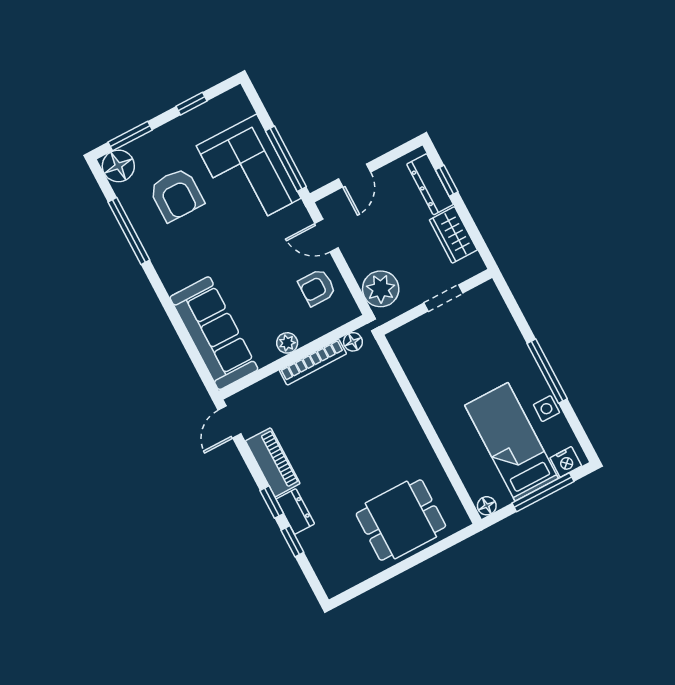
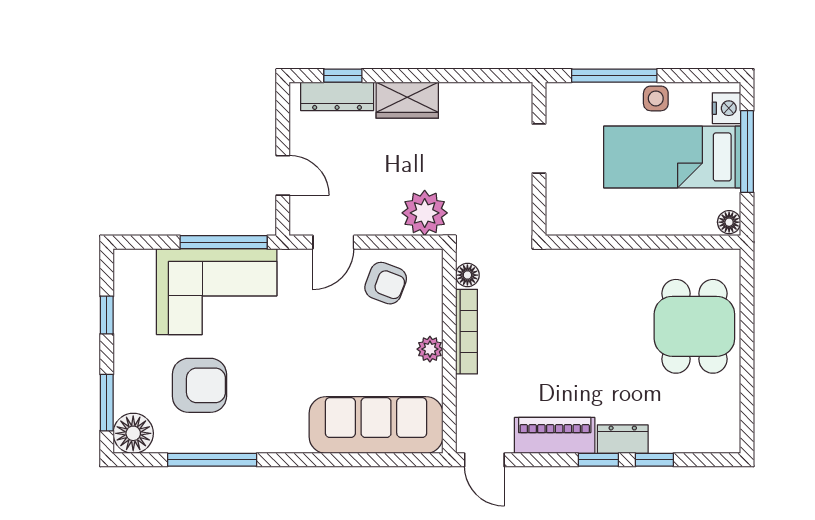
armchair: (317, 287) -> (386, 283), turned -69
doorway: (443, 298) -> (539, 148), moved
wall: (436, 302) -> (539, 159), moved

